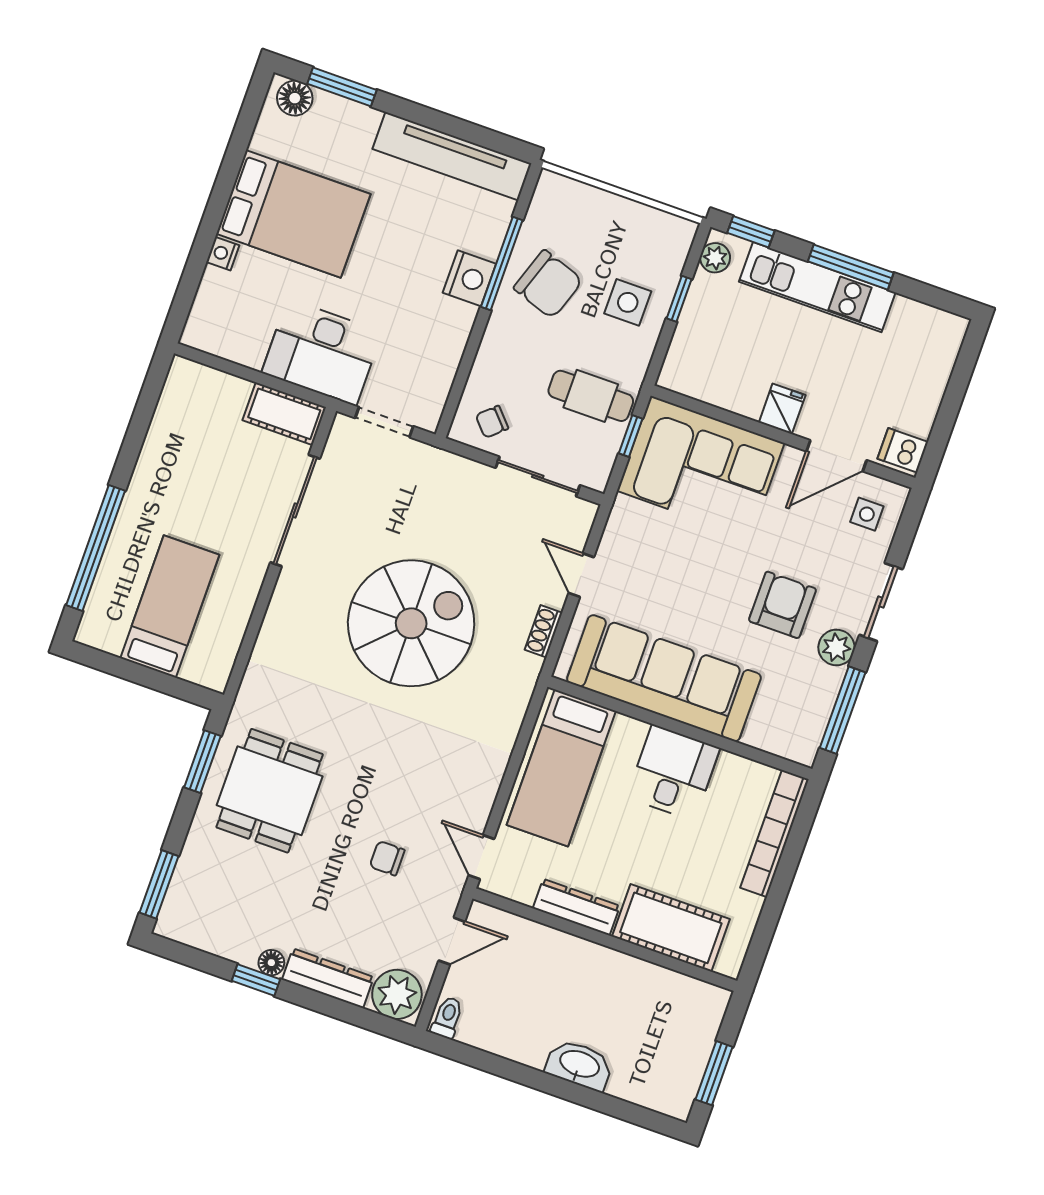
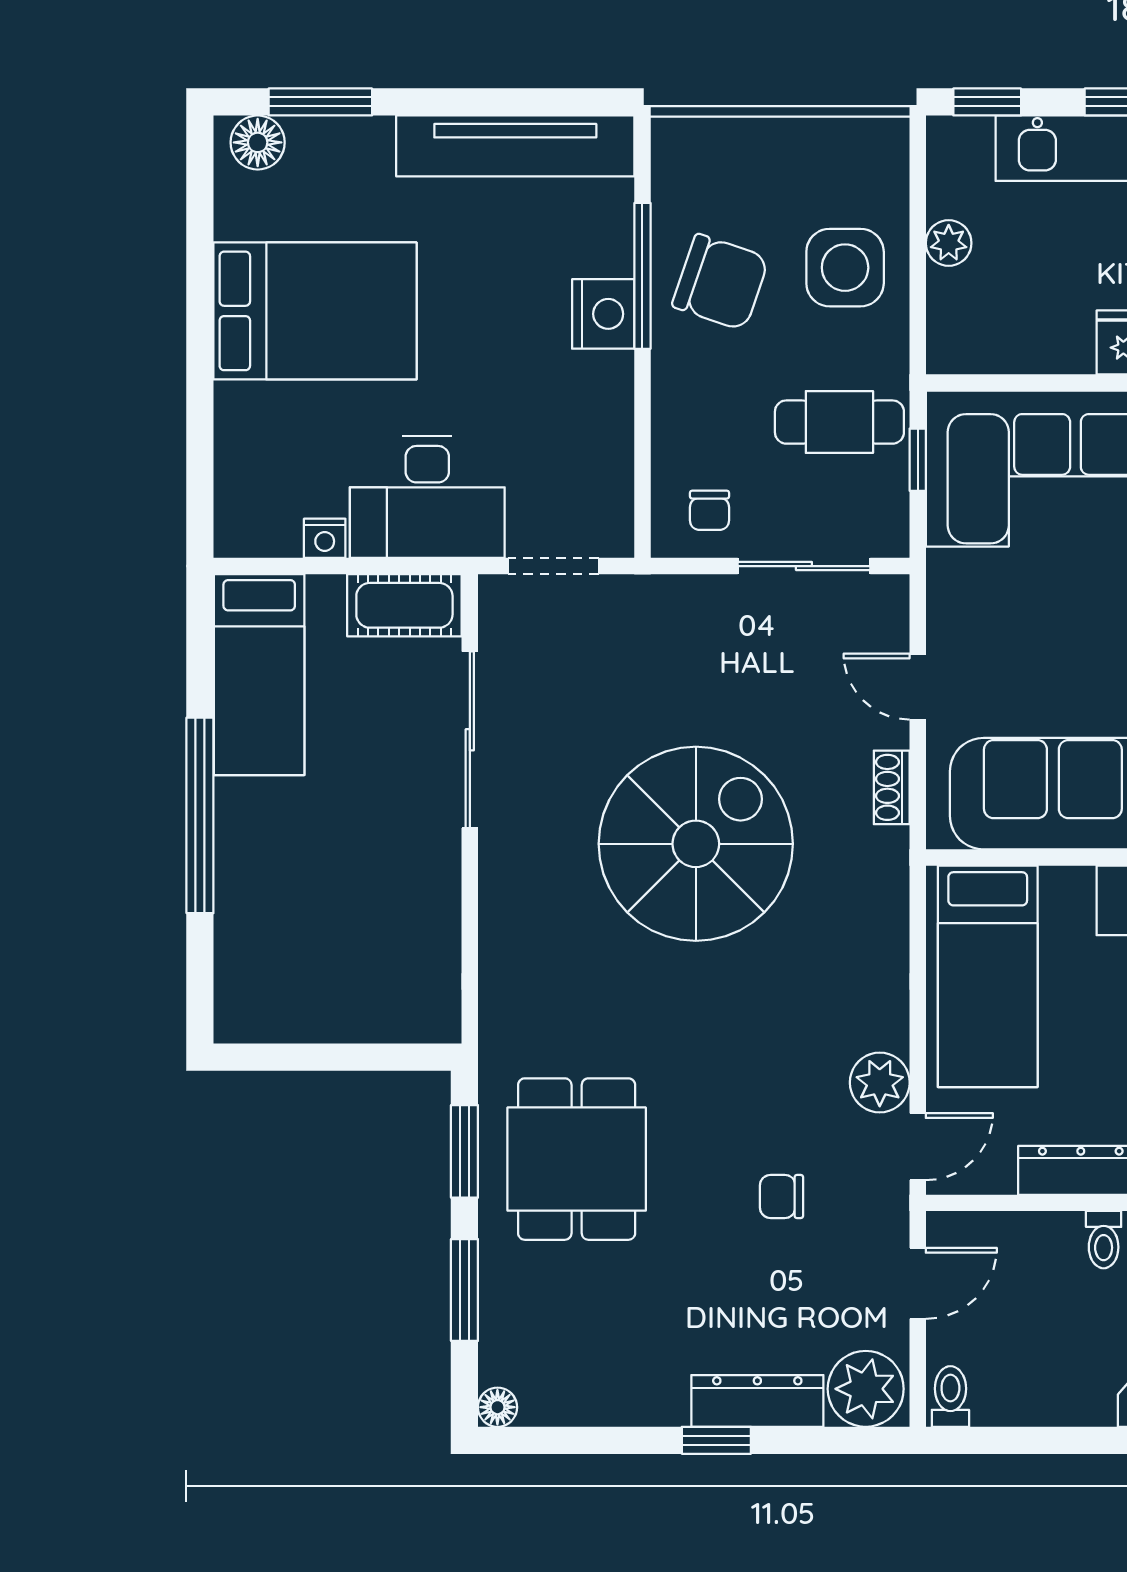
nightstand: (223, 254) -> (325, 538), moved, turned -90
plant: (715, 258) -> (949, 243), moved
window: (679, 299) -> (918, 236), removed
side table: (628, 302) -> (845, 268), width x1.37, depth x1.37
chair: (492, 422) -> (709, 510), turned -48
window: (96, 548) -> (200, 815), moved
bed: (170, 606) -> (259, 675), moved, turned 180
plant: (472, 810) -> (880, 1083), added
door: (481, 857) -> (918, 1147), swing flipped
window: (159, 884) -> (464, 1290), moved
toilet: (575, 955) -> (1104, 1240), added
floor lamp: (271, 963) -> (497, 1407), moved
window: (256, 980) -> (716, 1440), moved

